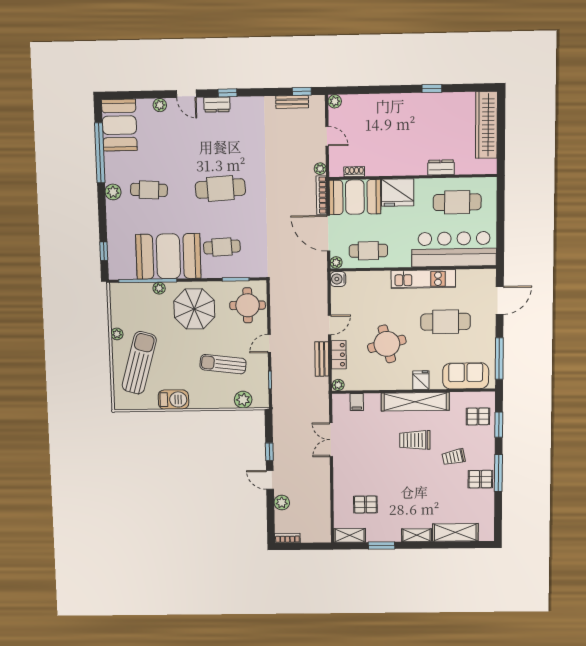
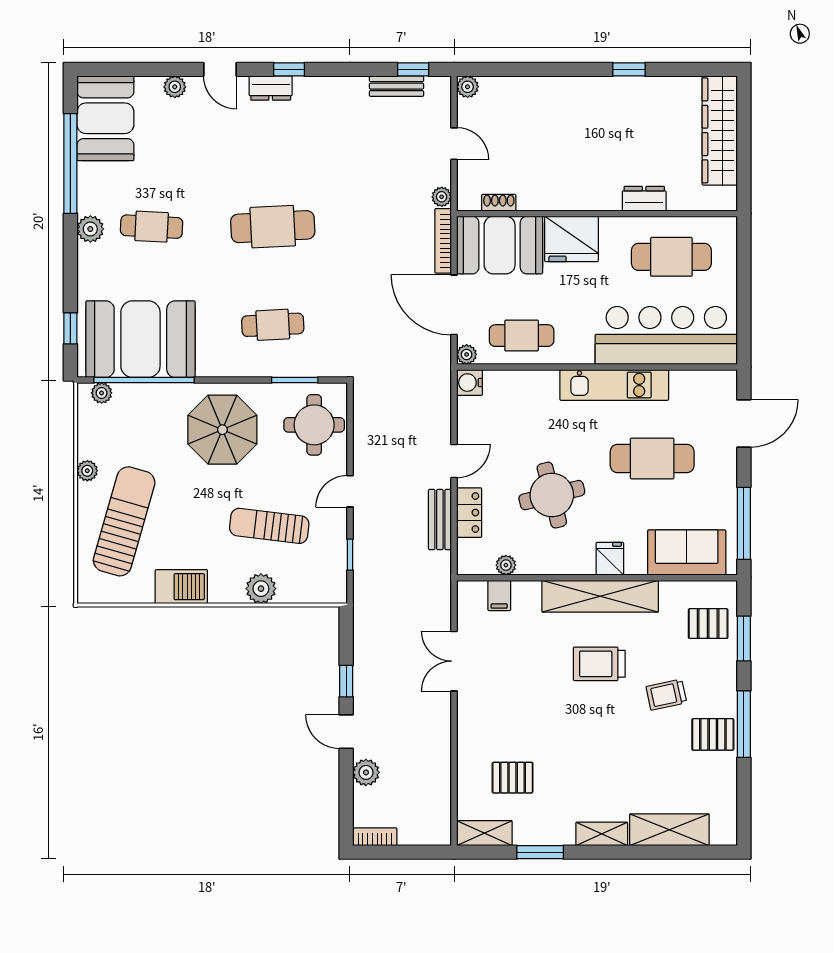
booth: (168, 256) -> (140, 339), moved
plant: (159, 288) -> (102, 393), moved
plant: (338, 385) -> (506, 565), moved
plant: (243, 400) -> (261, 589), moved

